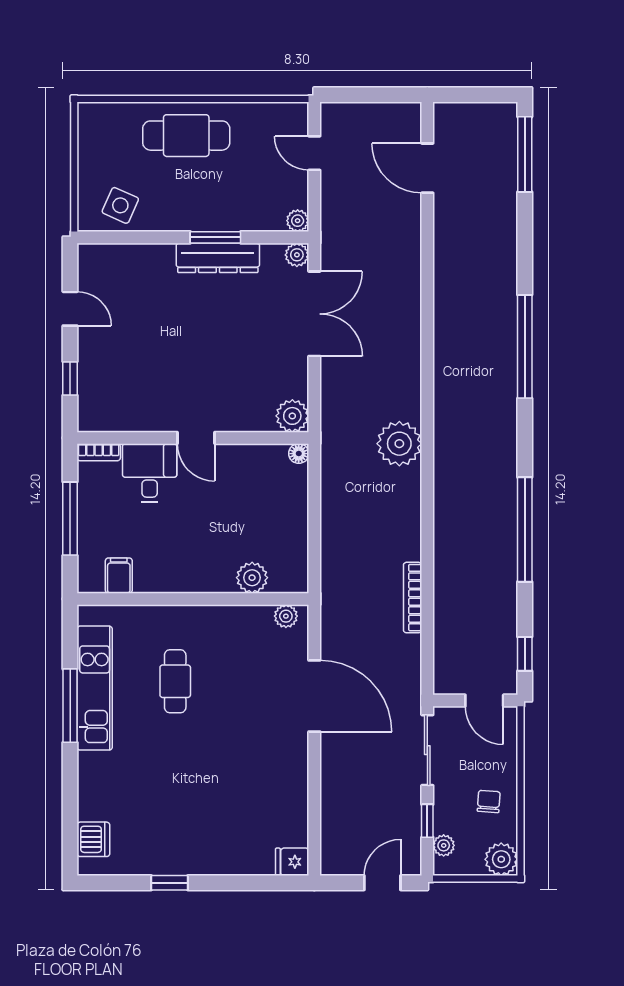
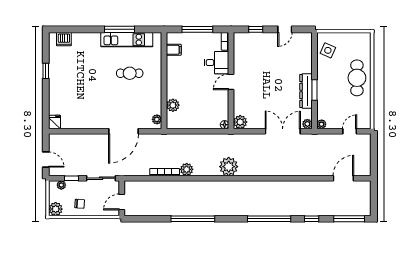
double door: (314, 314) -> (283, 131), swing flipped
plant: (406, 545) -> (187, 169), added
window: (525, 654) -> (312, 219), moved

